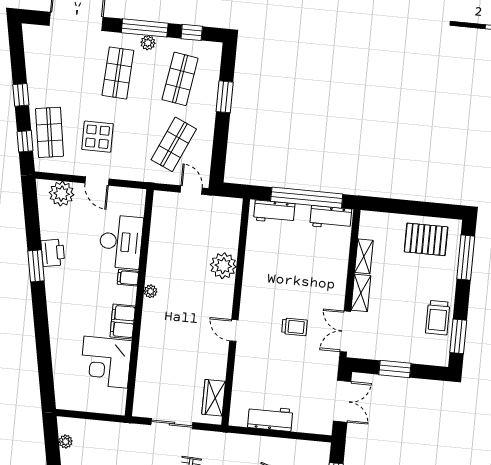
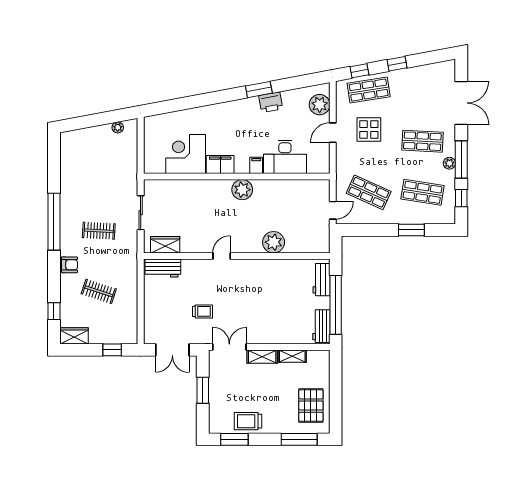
plant: (151, 291) -> (242, 190), width x1.88, depth x1.88
trolley: (294, 327) -> (203, 311), moved, turned -90
workbench: (270, 418) -> (163, 268), moved, turned 90

